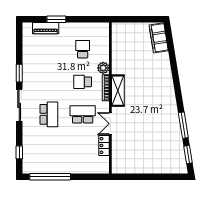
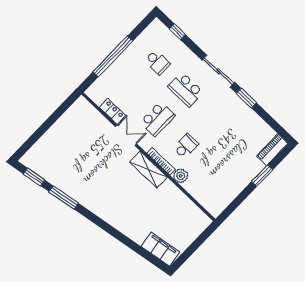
piano: (46, 28) -> (272, 150), moved
school desk: (83, 49) -> (157, 62), moved
window: (50, 177) -> (113, 56), moved

